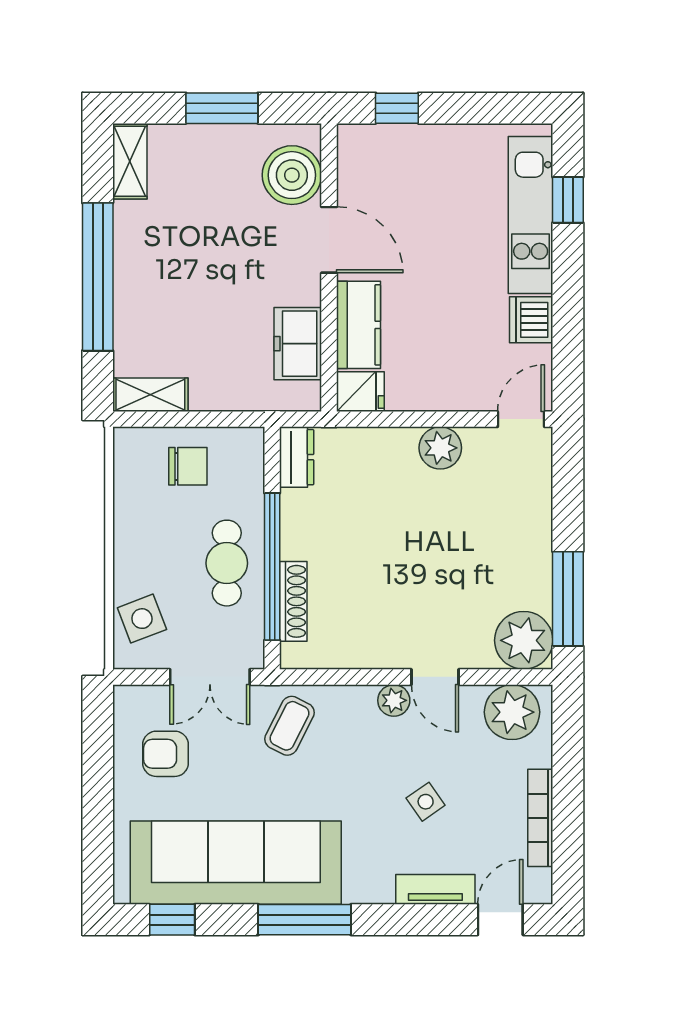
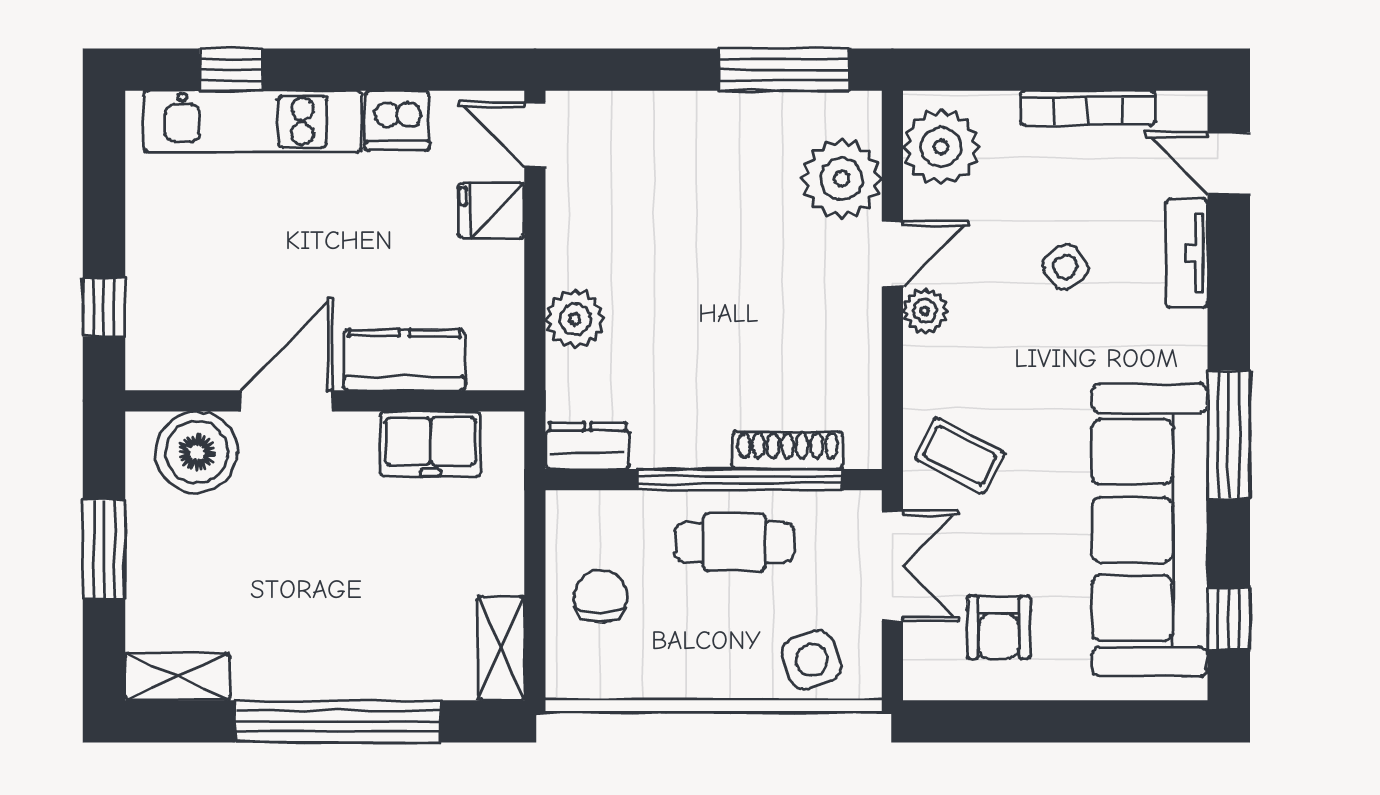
fridge: (360, 392) -> (491, 211), moved, turned -90
plant: (440, 448) -> (575, 319), moved
plant: (524, 640) -> (842, 179), moved

